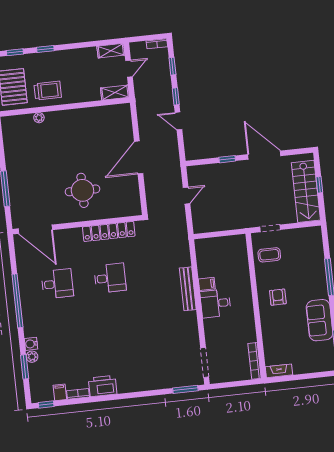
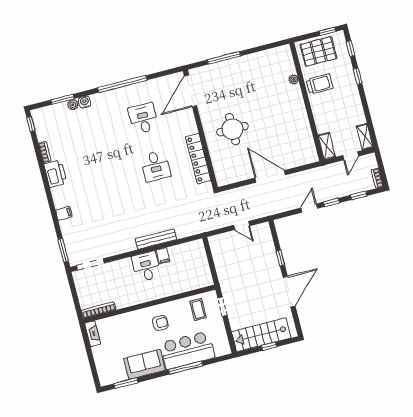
door: (129, 69) -> (351, 156), hinge flipped
trolley: (48, 91) -> (320, 84), turned -90
bar counter: (311, 272) -> (187, 350), added
desk: (57, 284) -> (143, 118), turned 180
filing cabinet: (60, 392) -> (64, 213), moved

